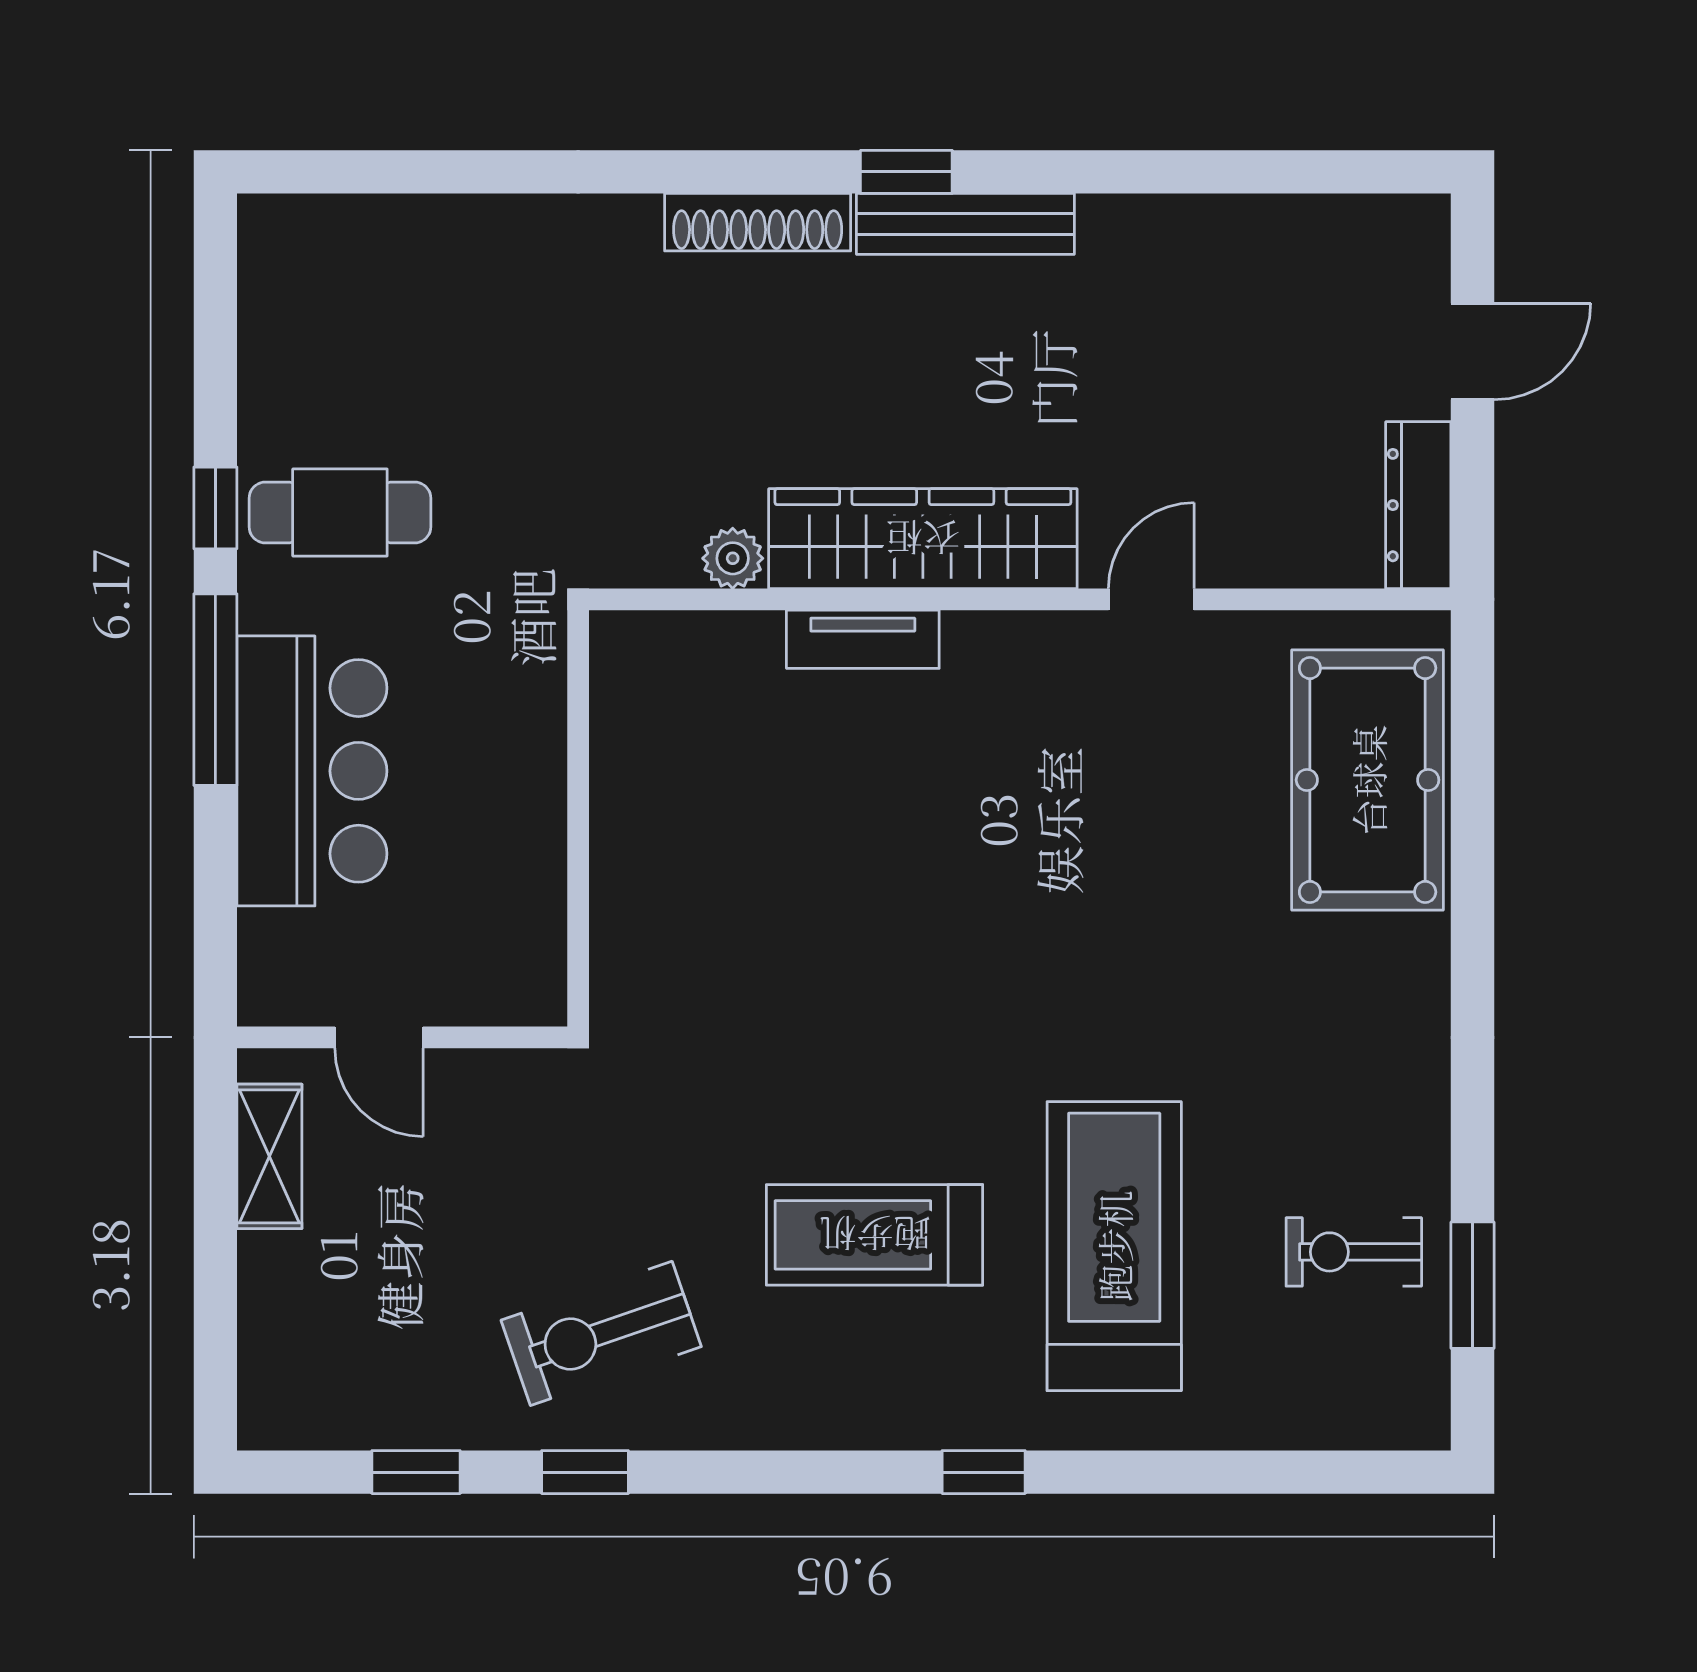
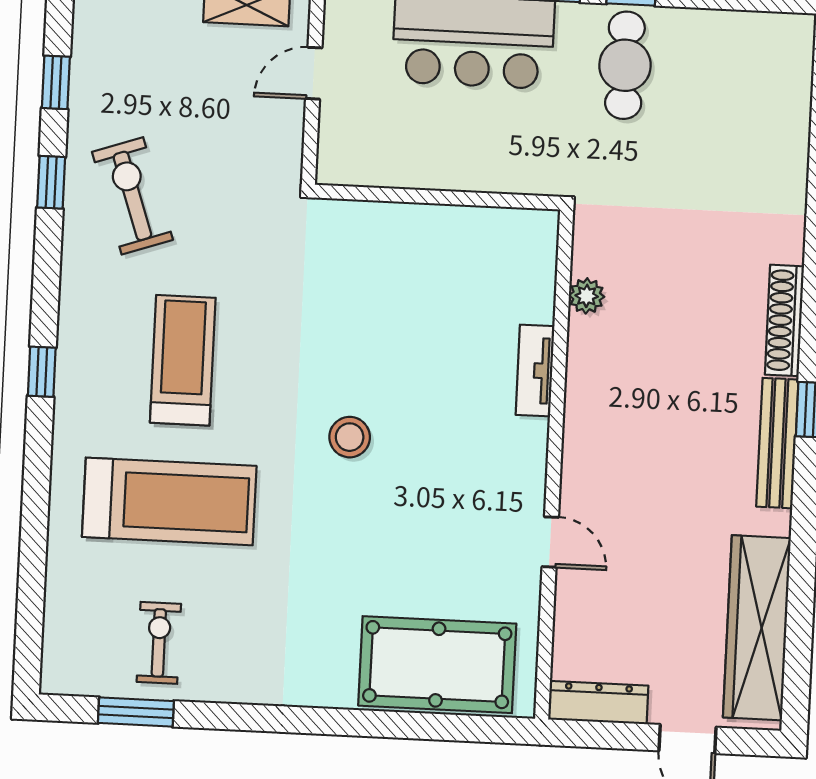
wardrobe: (923, 539) -> (757, 628), moved, turned 180
stool: (991, 947) -> (350, 437), added
window: (984, 1472) -> (42, 372), moved

